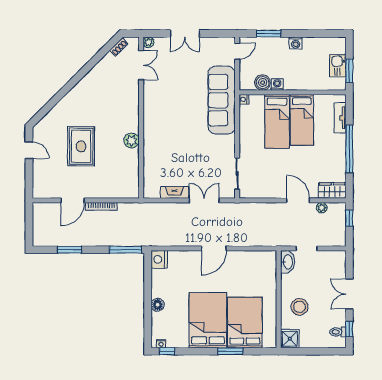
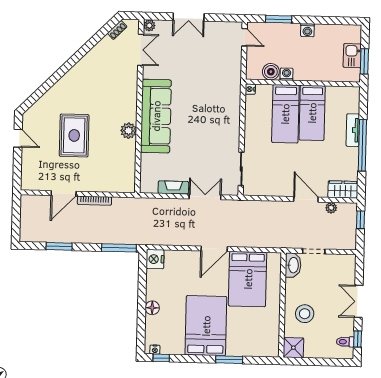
door: (237, 51) -> (244, 37), hinge flipped
sofa: (222, 100) -> (156, 116), moved, turned 180
tv unit: (340, 118) -> (353, 130), moved
bed: (245, 322) -> (248, 279), moved, turned 180

